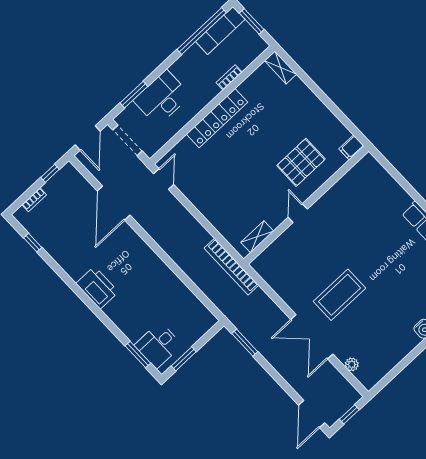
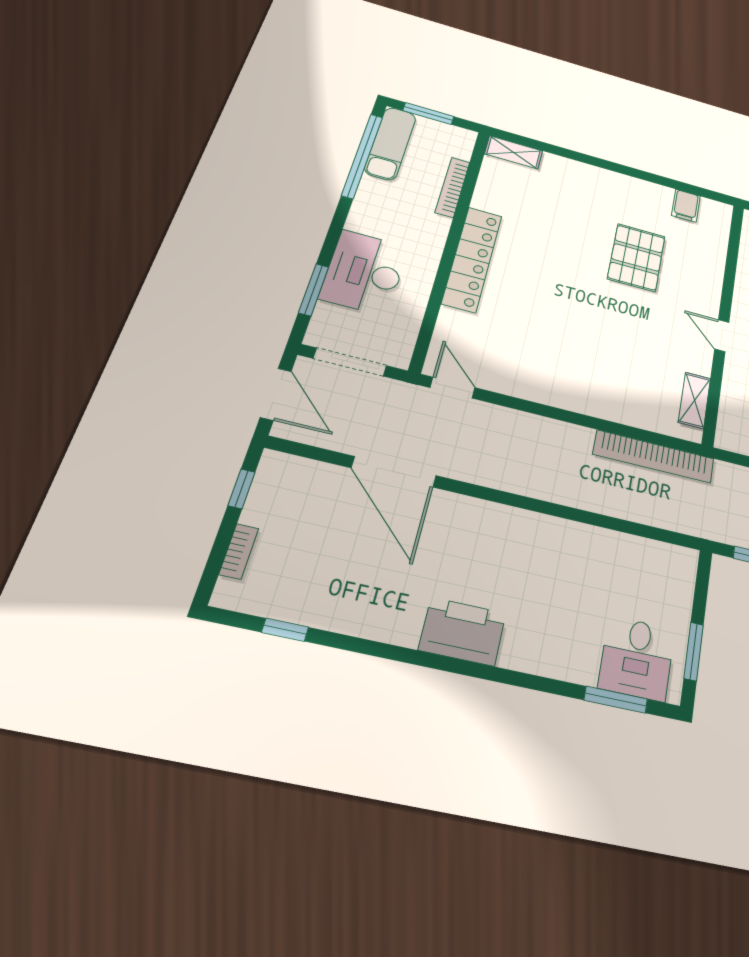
bookcase: (229, 77) -> (453, 187), width x1.56
wall: (306, 205) -> (724, 319), moved
door: (298, 213) -> (722, 336), moved
shelving: (257, 237) -> (694, 400), moved

